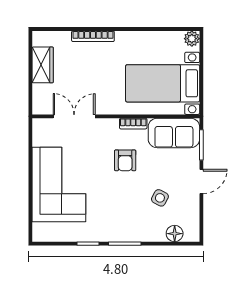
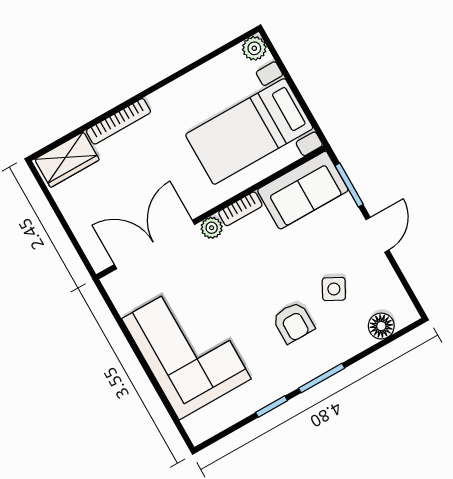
wardrobe: (43, 65) -> (67, 160), moved, turned 90
double door: (74, 116) -> (154, 245), width x1.37
plant: (111, 125) -> (212, 228), added
armchair: (125, 160) -> (293, 323), moved

